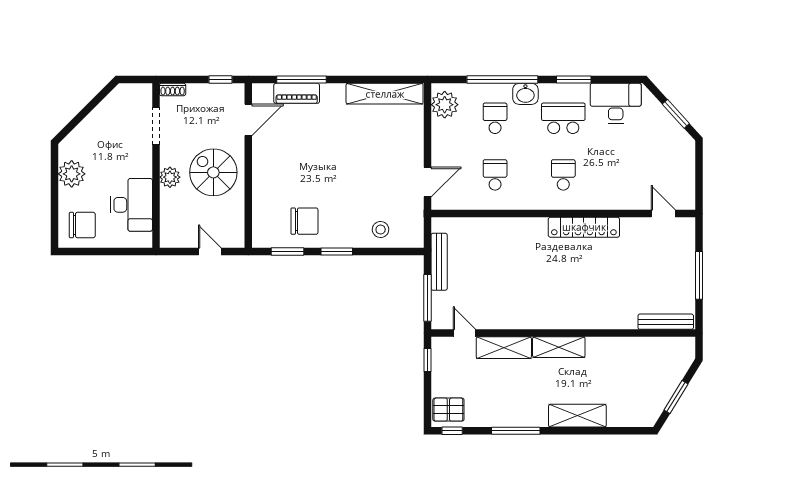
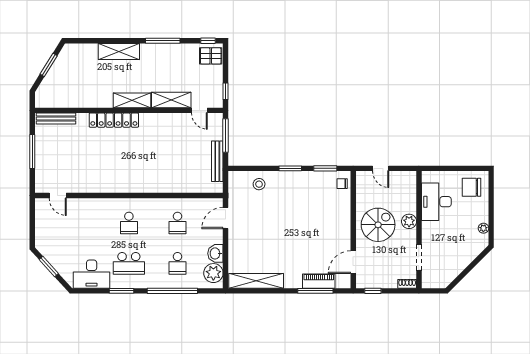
washbasin: (525, 94) -> (215, 253), moved, turned -90
spiral stairs: (213, 172) -> (378, 225), turned -90
plant: (72, 174) -> (483, 228), width x0.53, depth x0.53
chair: (304, 221) -> (342, 184), moved, width x0.54, depth x0.54
locker: (584, 227) -> (114, 120), moved, turned 180

